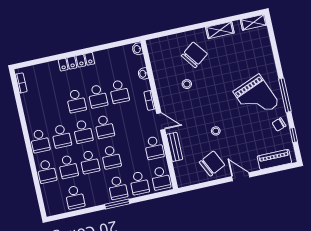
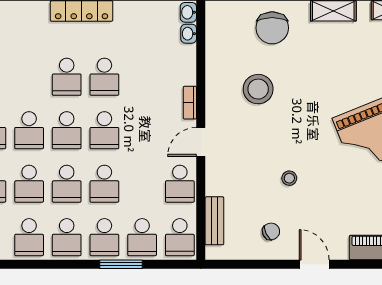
chair: (194, 55) -> (272, 28), moved, turned 127
washbasin: (143, 74) -> (189, 34), moved
stool: (187, 84) -> (258, 89), width x1.89, depth x1.89
school desk: (119, 92) -> (67, 237), moved
door: (161, 121) -> (201, 142), swing flipped
bench: (175, 147) -> (214, 221), moved
chair: (212, 164) -> (271, 231), width x0.54, depth x0.54
window: (117, 204) -> (121, 264), moved

